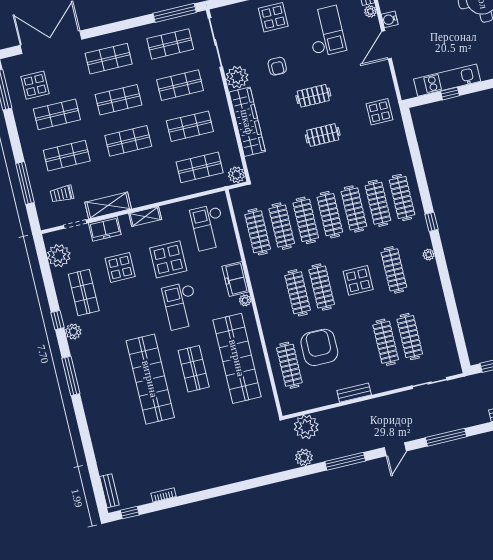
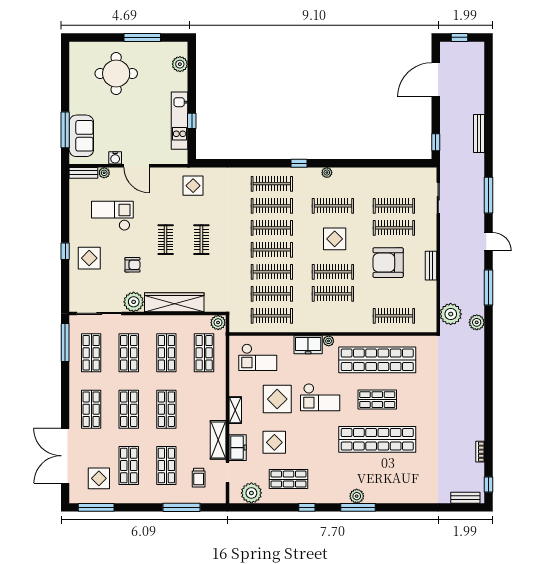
plant: (73, 332) -> (357, 496), moved
armchair: (319, 347) -> (388, 263), moved

